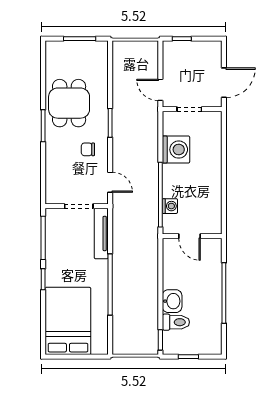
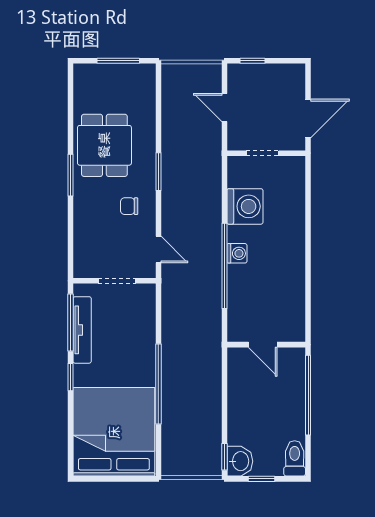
door: (160, 90) -> (224, 107), moved
washing machine: (170, 206) -> (237, 253), moved
tv unit: (101, 233) -> (82, 330), moved, turned 180
door: (189, 236) -> (263, 345), moved
wall: (192, 236) -> (266, 345), moved
washbasin: (172, 301) -> (240, 461), moved
bed: (68, 321) -> (114, 432), width x1.36
toilet: (176, 322) -> (295, 458), moved, turned -90

